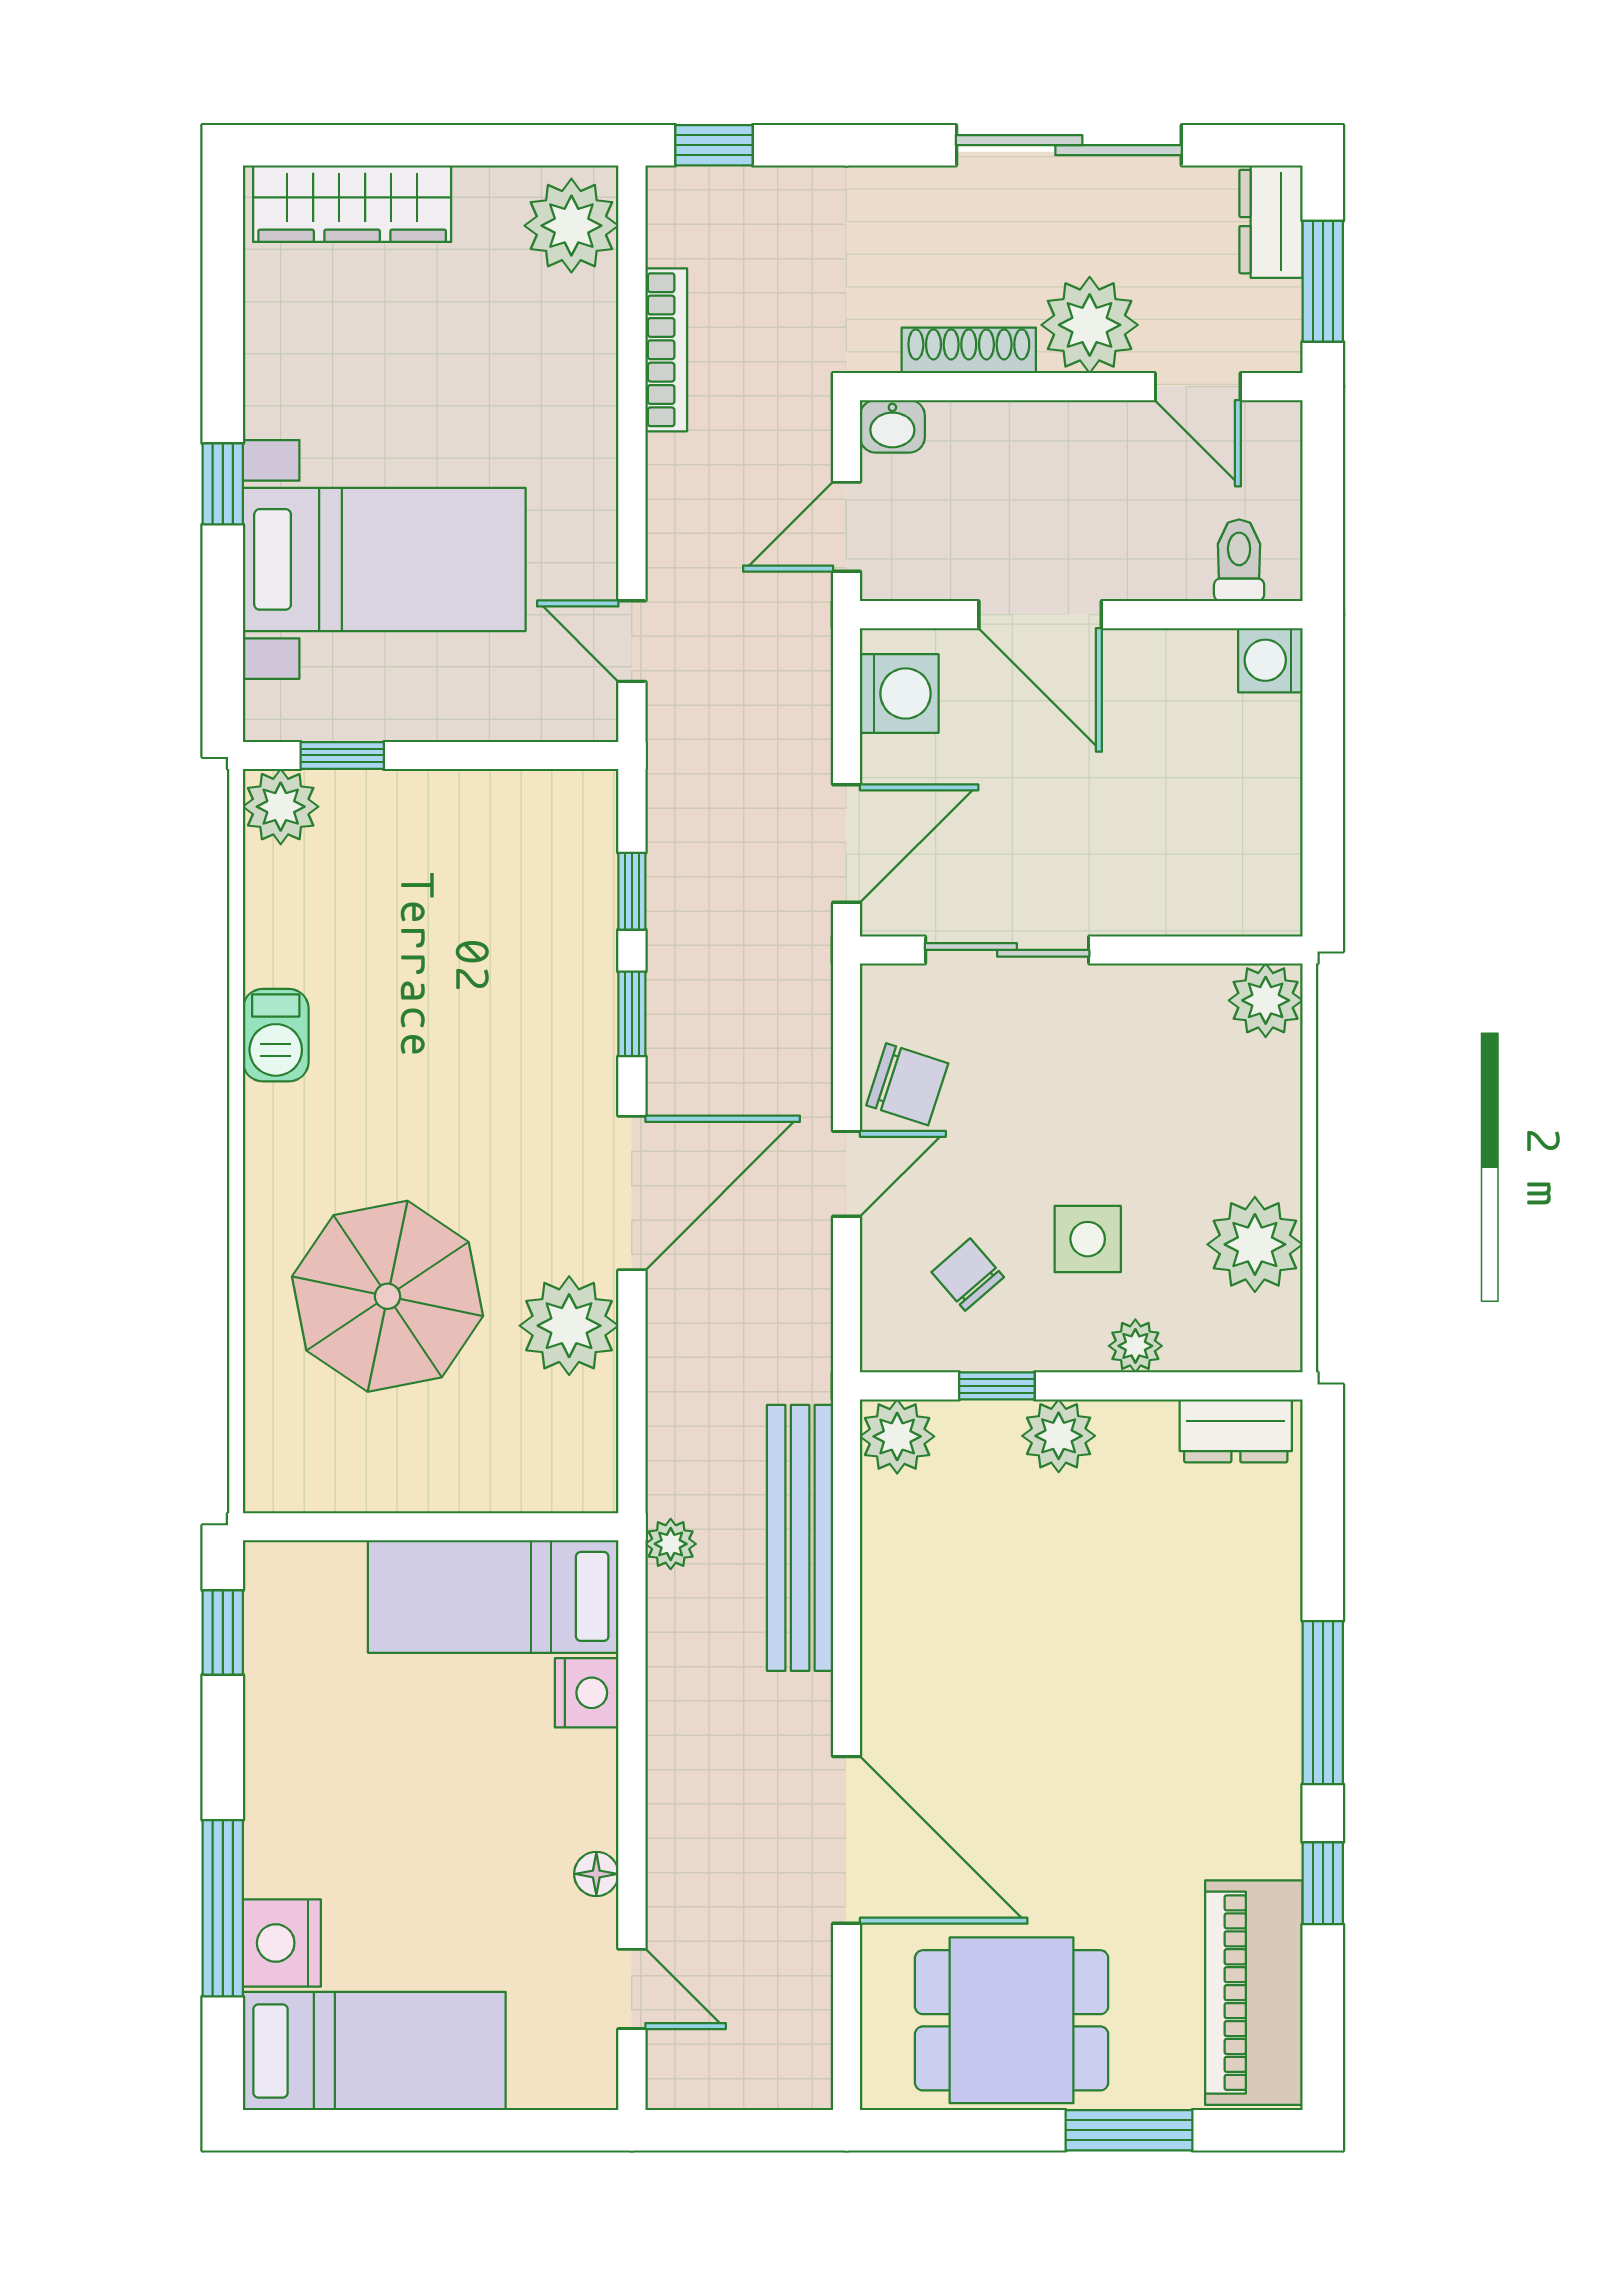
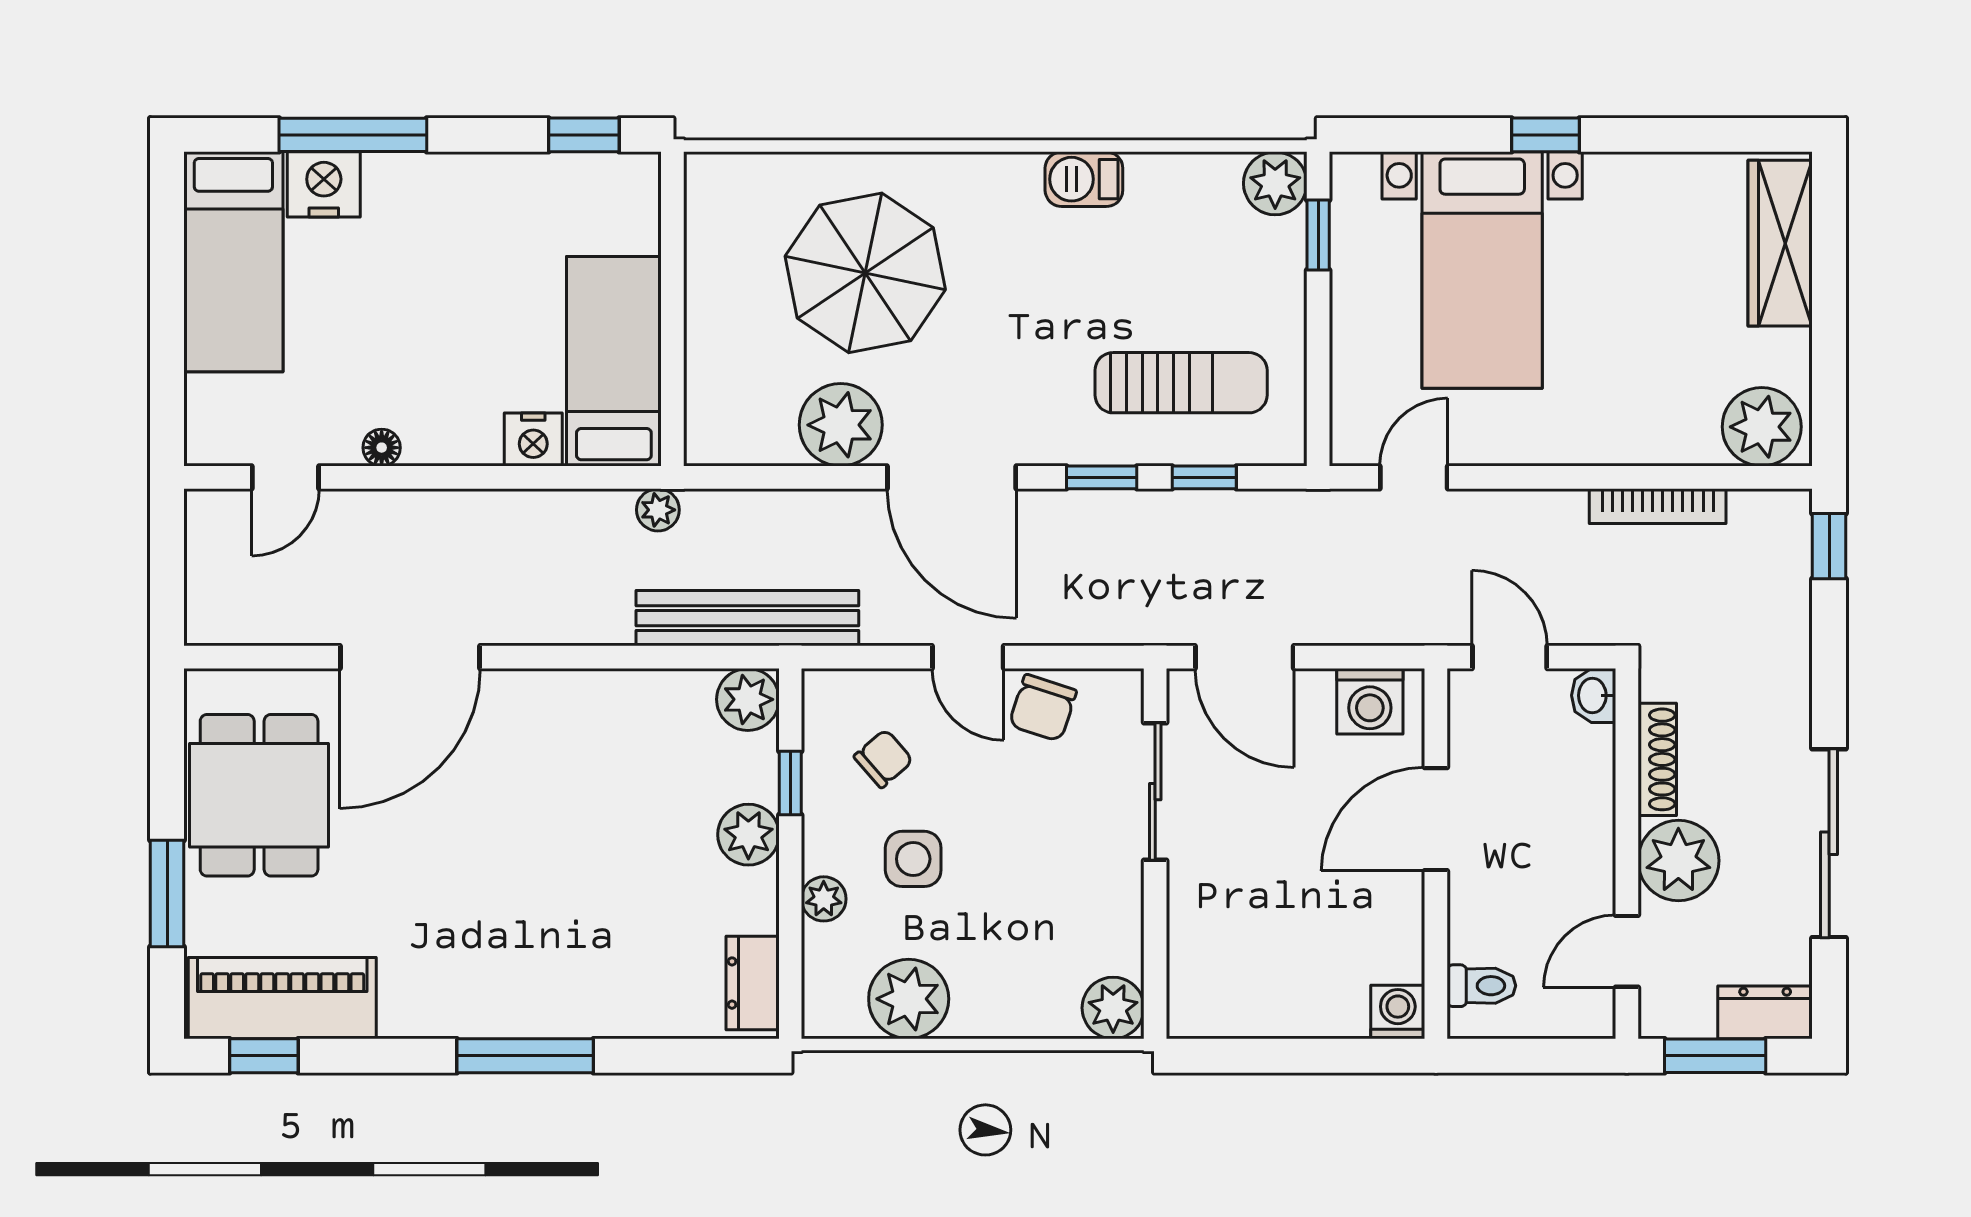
sun lounger: (519, 919) -> (1181, 383), added
bench: (800, 1538) -> (747, 618), moved
window: (1323, 1883) -> (264, 1056), moved

